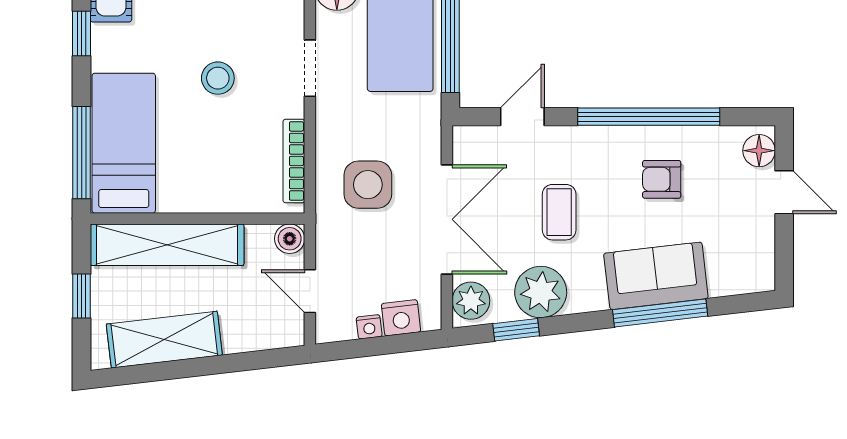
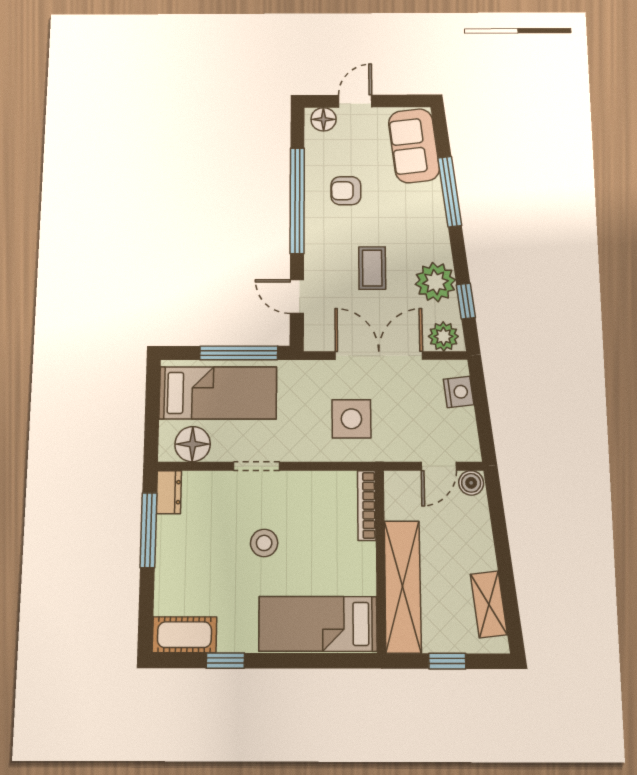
window: (82, 153) -> (326, 661), removed
bookcase: (294, 161) -> (367, 505), moved, turned 90
armchair: (662, 179) -> (346, 191), turned 90
coffee table: (559, 212) -> (372, 268), turned 90
boiler: (290, 239) -> (471, 483), moved
sofa: (656, 276) -> (414, 146), moved
nightstand: (369, 327) -> (467, 418), removed
shelving: (164, 340) -> (489, 604), width x0.67, depth x0.75

